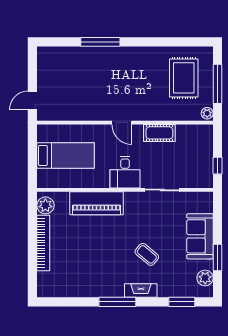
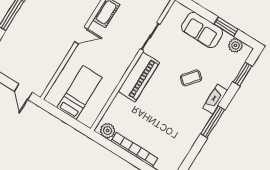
desk: (125, 172) -> (120, 56), removed
piano: (97, 203) -> (139, 77), moved

